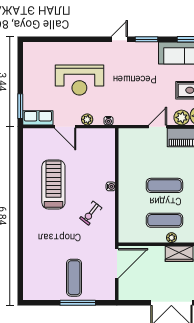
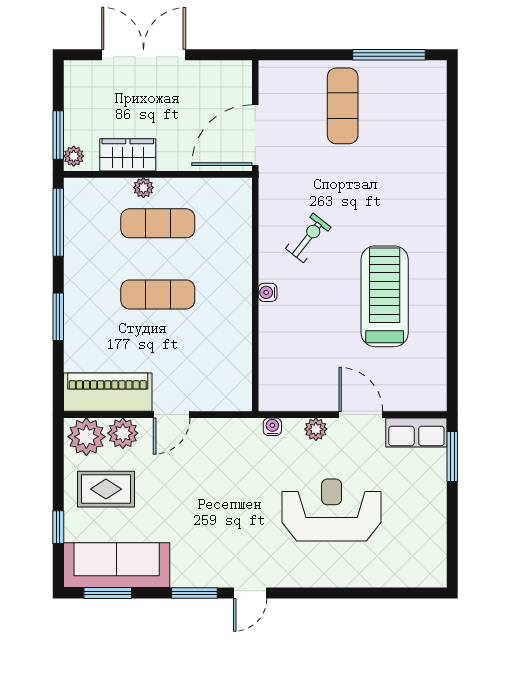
treadmill: (53, 185) -> (385, 296), turned 180
window: (78, 303) -> (389, 55), moved

